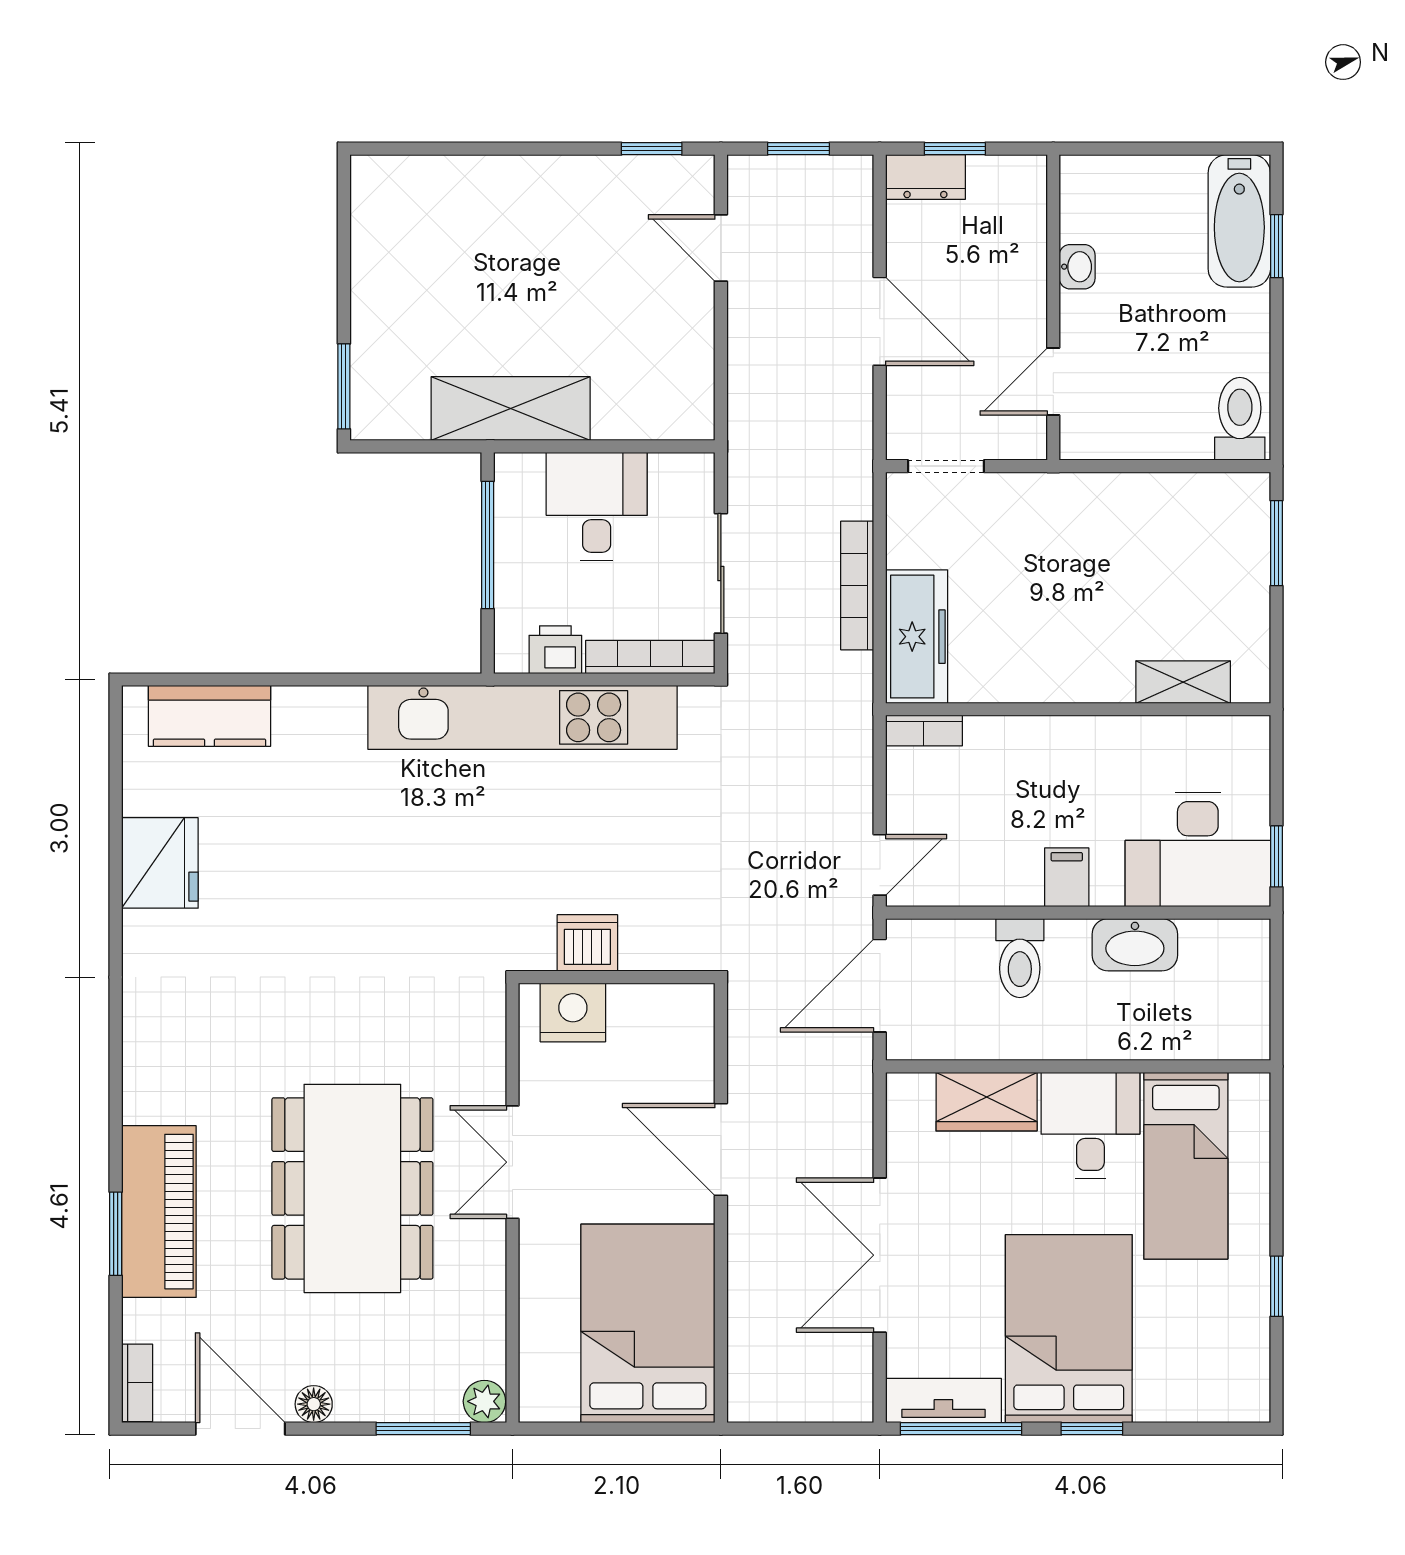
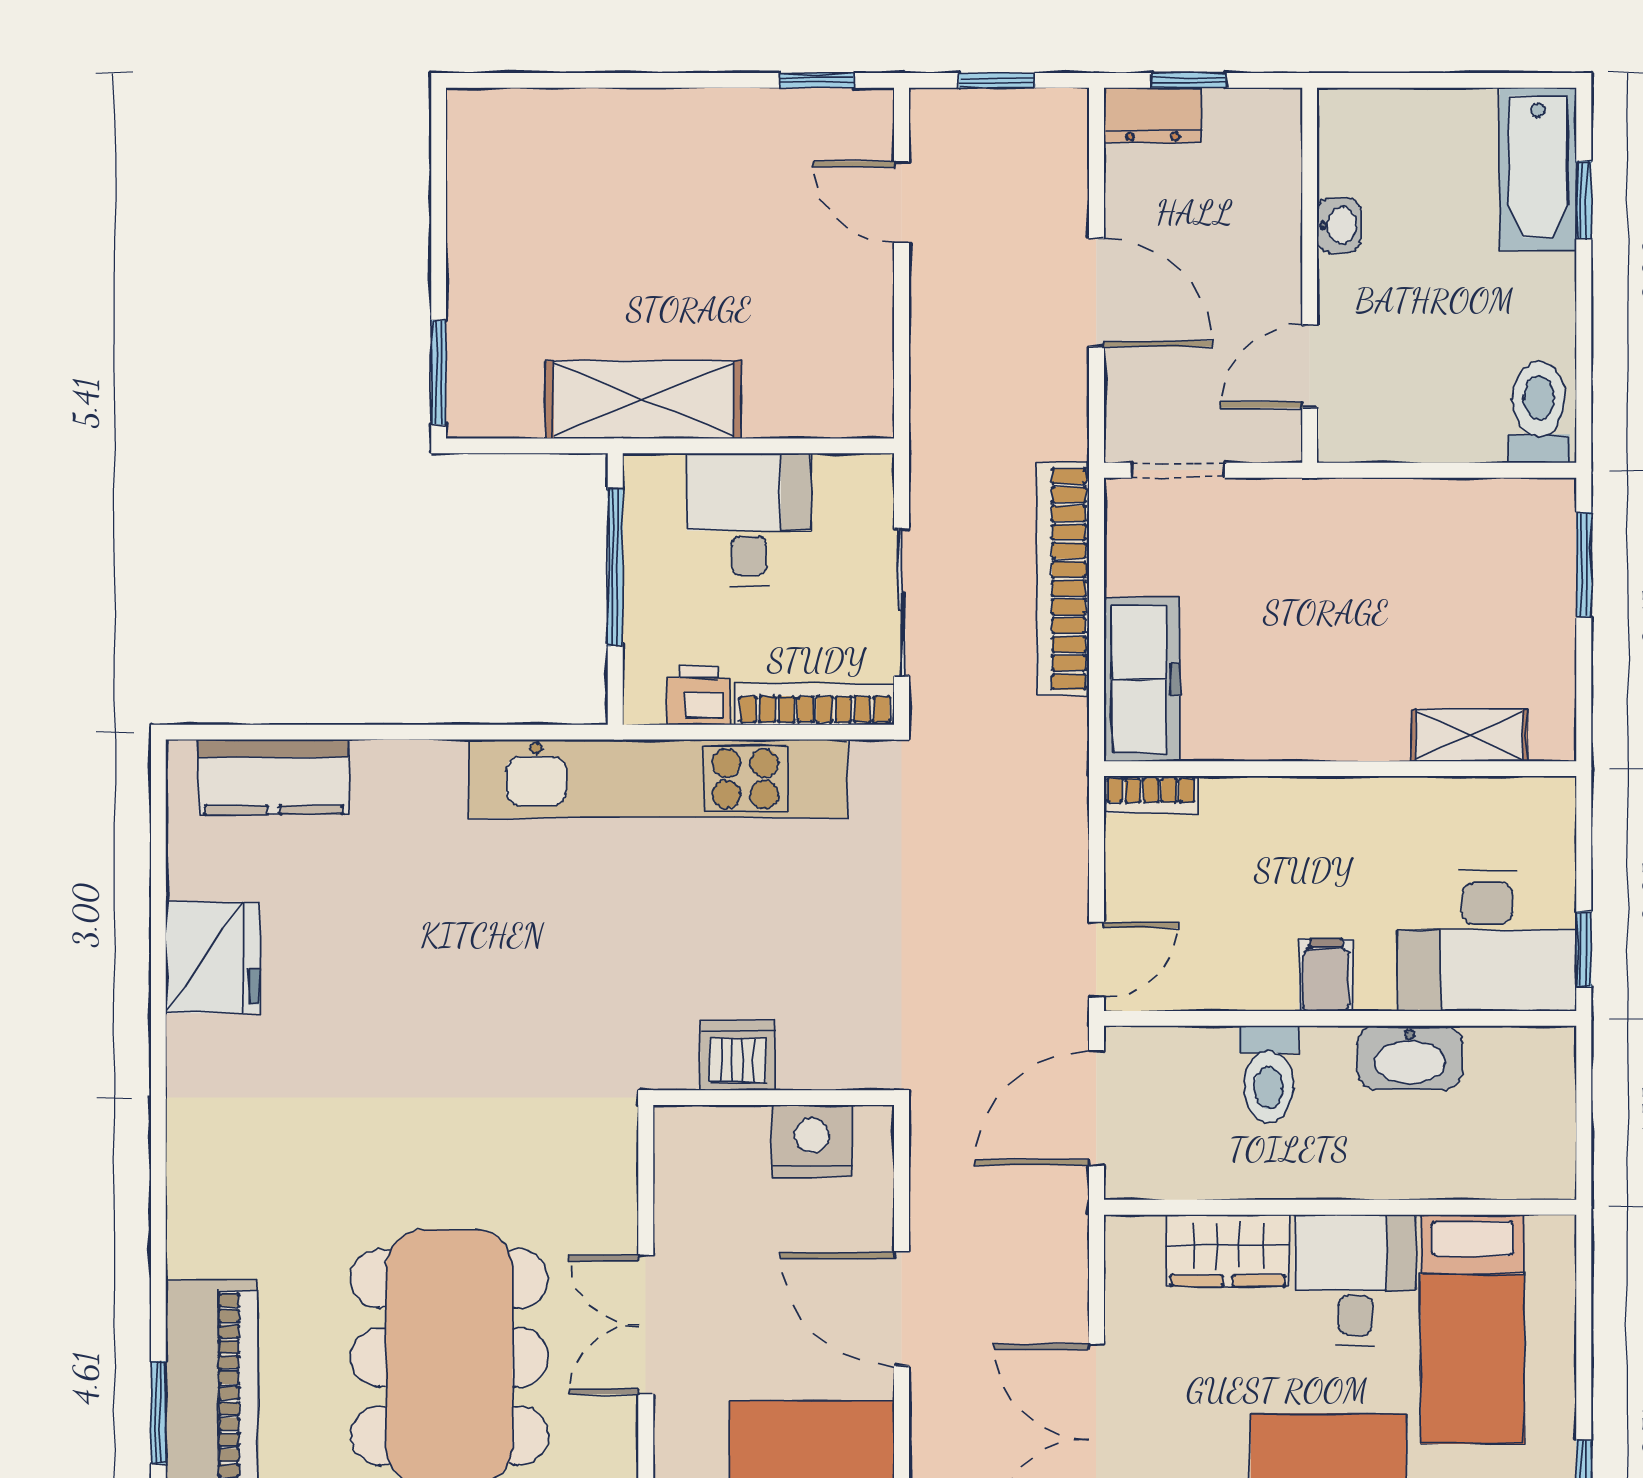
bookcase: (857, 586) -> (1063, 579), width x1.48, depth x1.31
nightstand: (573, 1012) -> (812, 1141), moved

